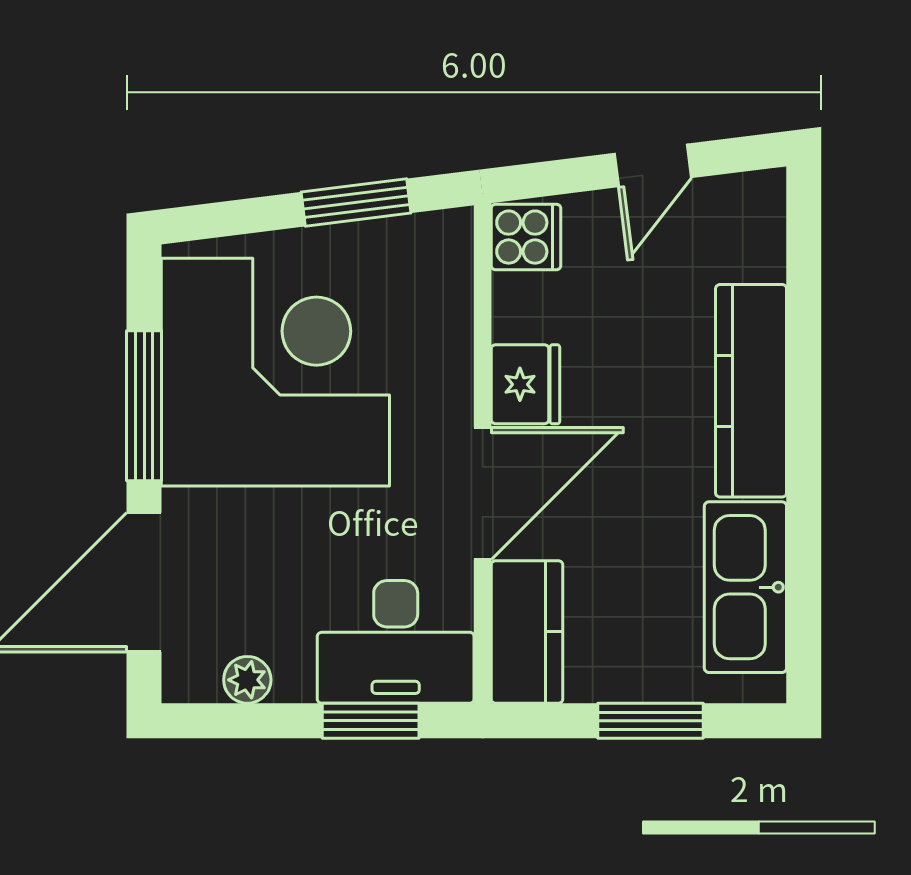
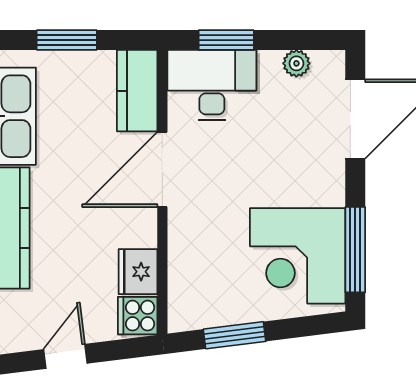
corner desk: (275, 372) -> (298, 256), width x0.74, depth x0.74
fridge: (525, 384) -> (138, 272), moved
window: (144, 406) -> (355, 250), moved

